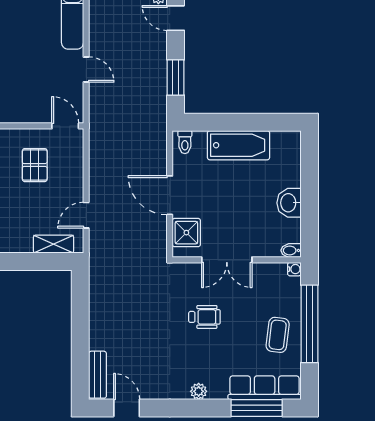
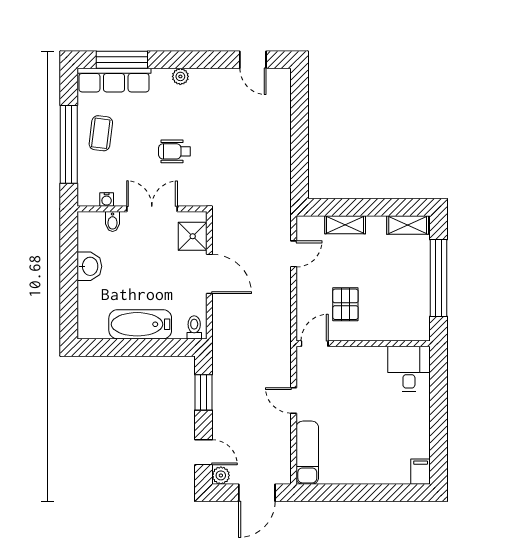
door: (65, 126) -> (315, 344), swing flipped
shelving: (54, 244) -> (345, 225), moved
bidet: (291, 250) -> (113, 222), moved, turned 90
water cooler: (294, 269) -> (107, 200), moved, turned -90
bench: (98, 375) -> (282, 93), removed

